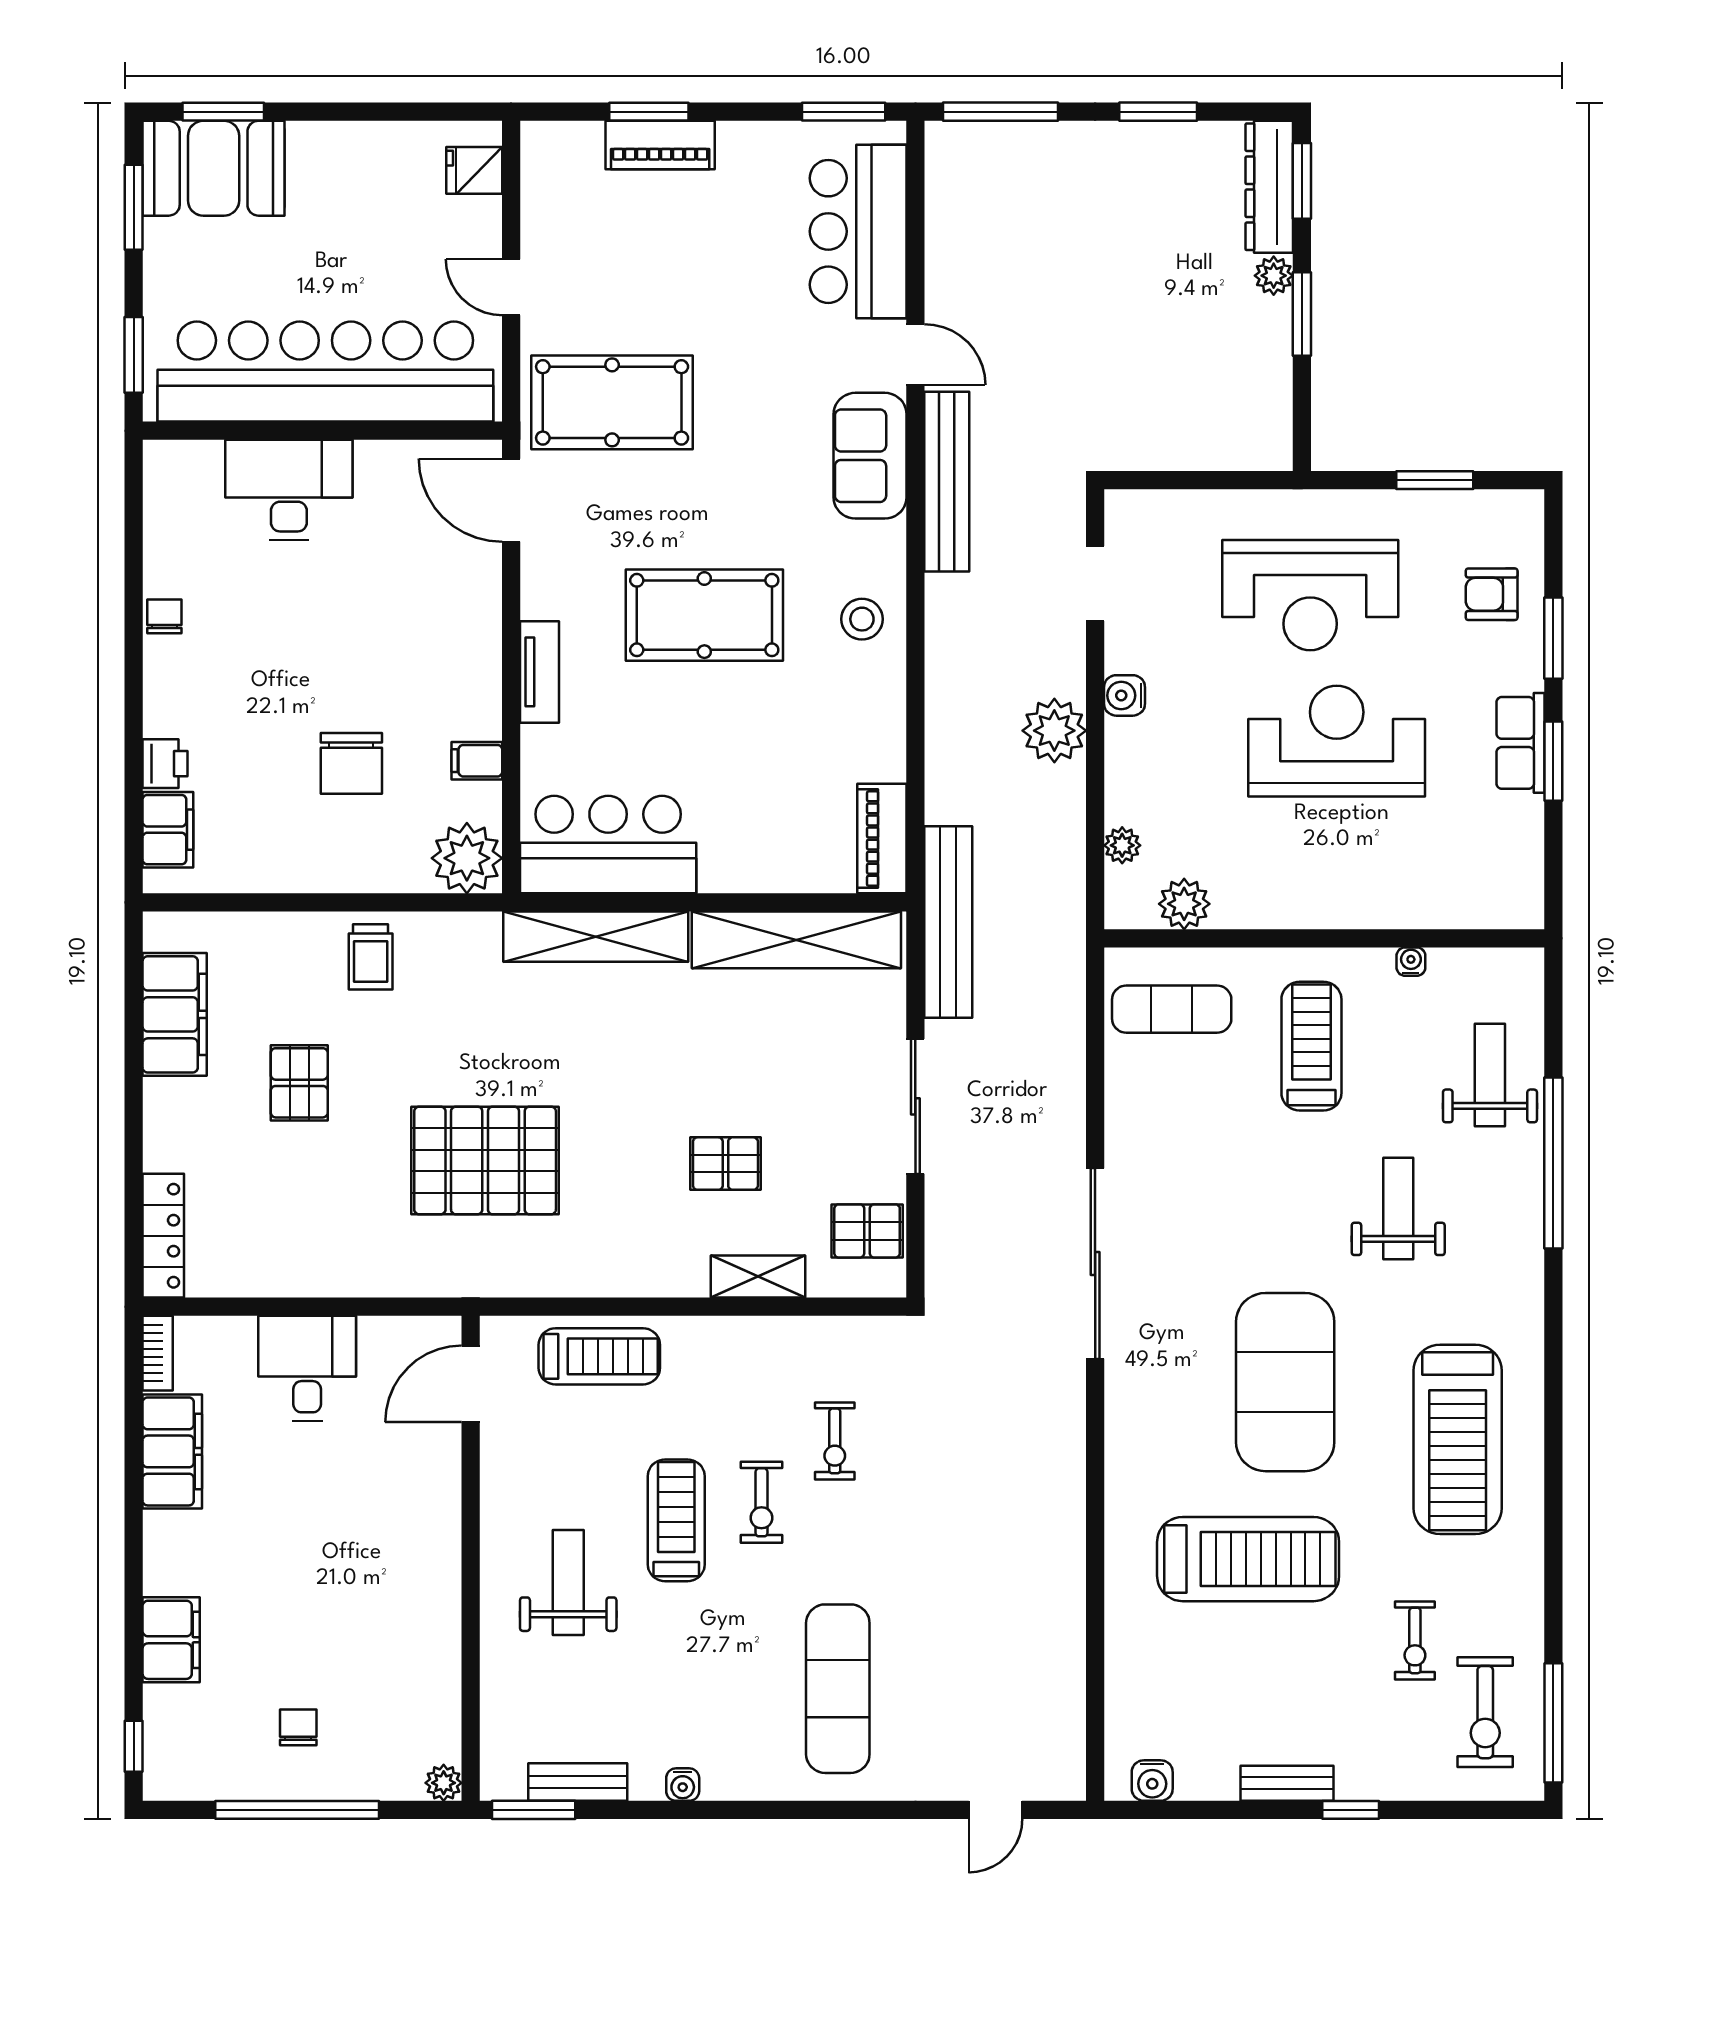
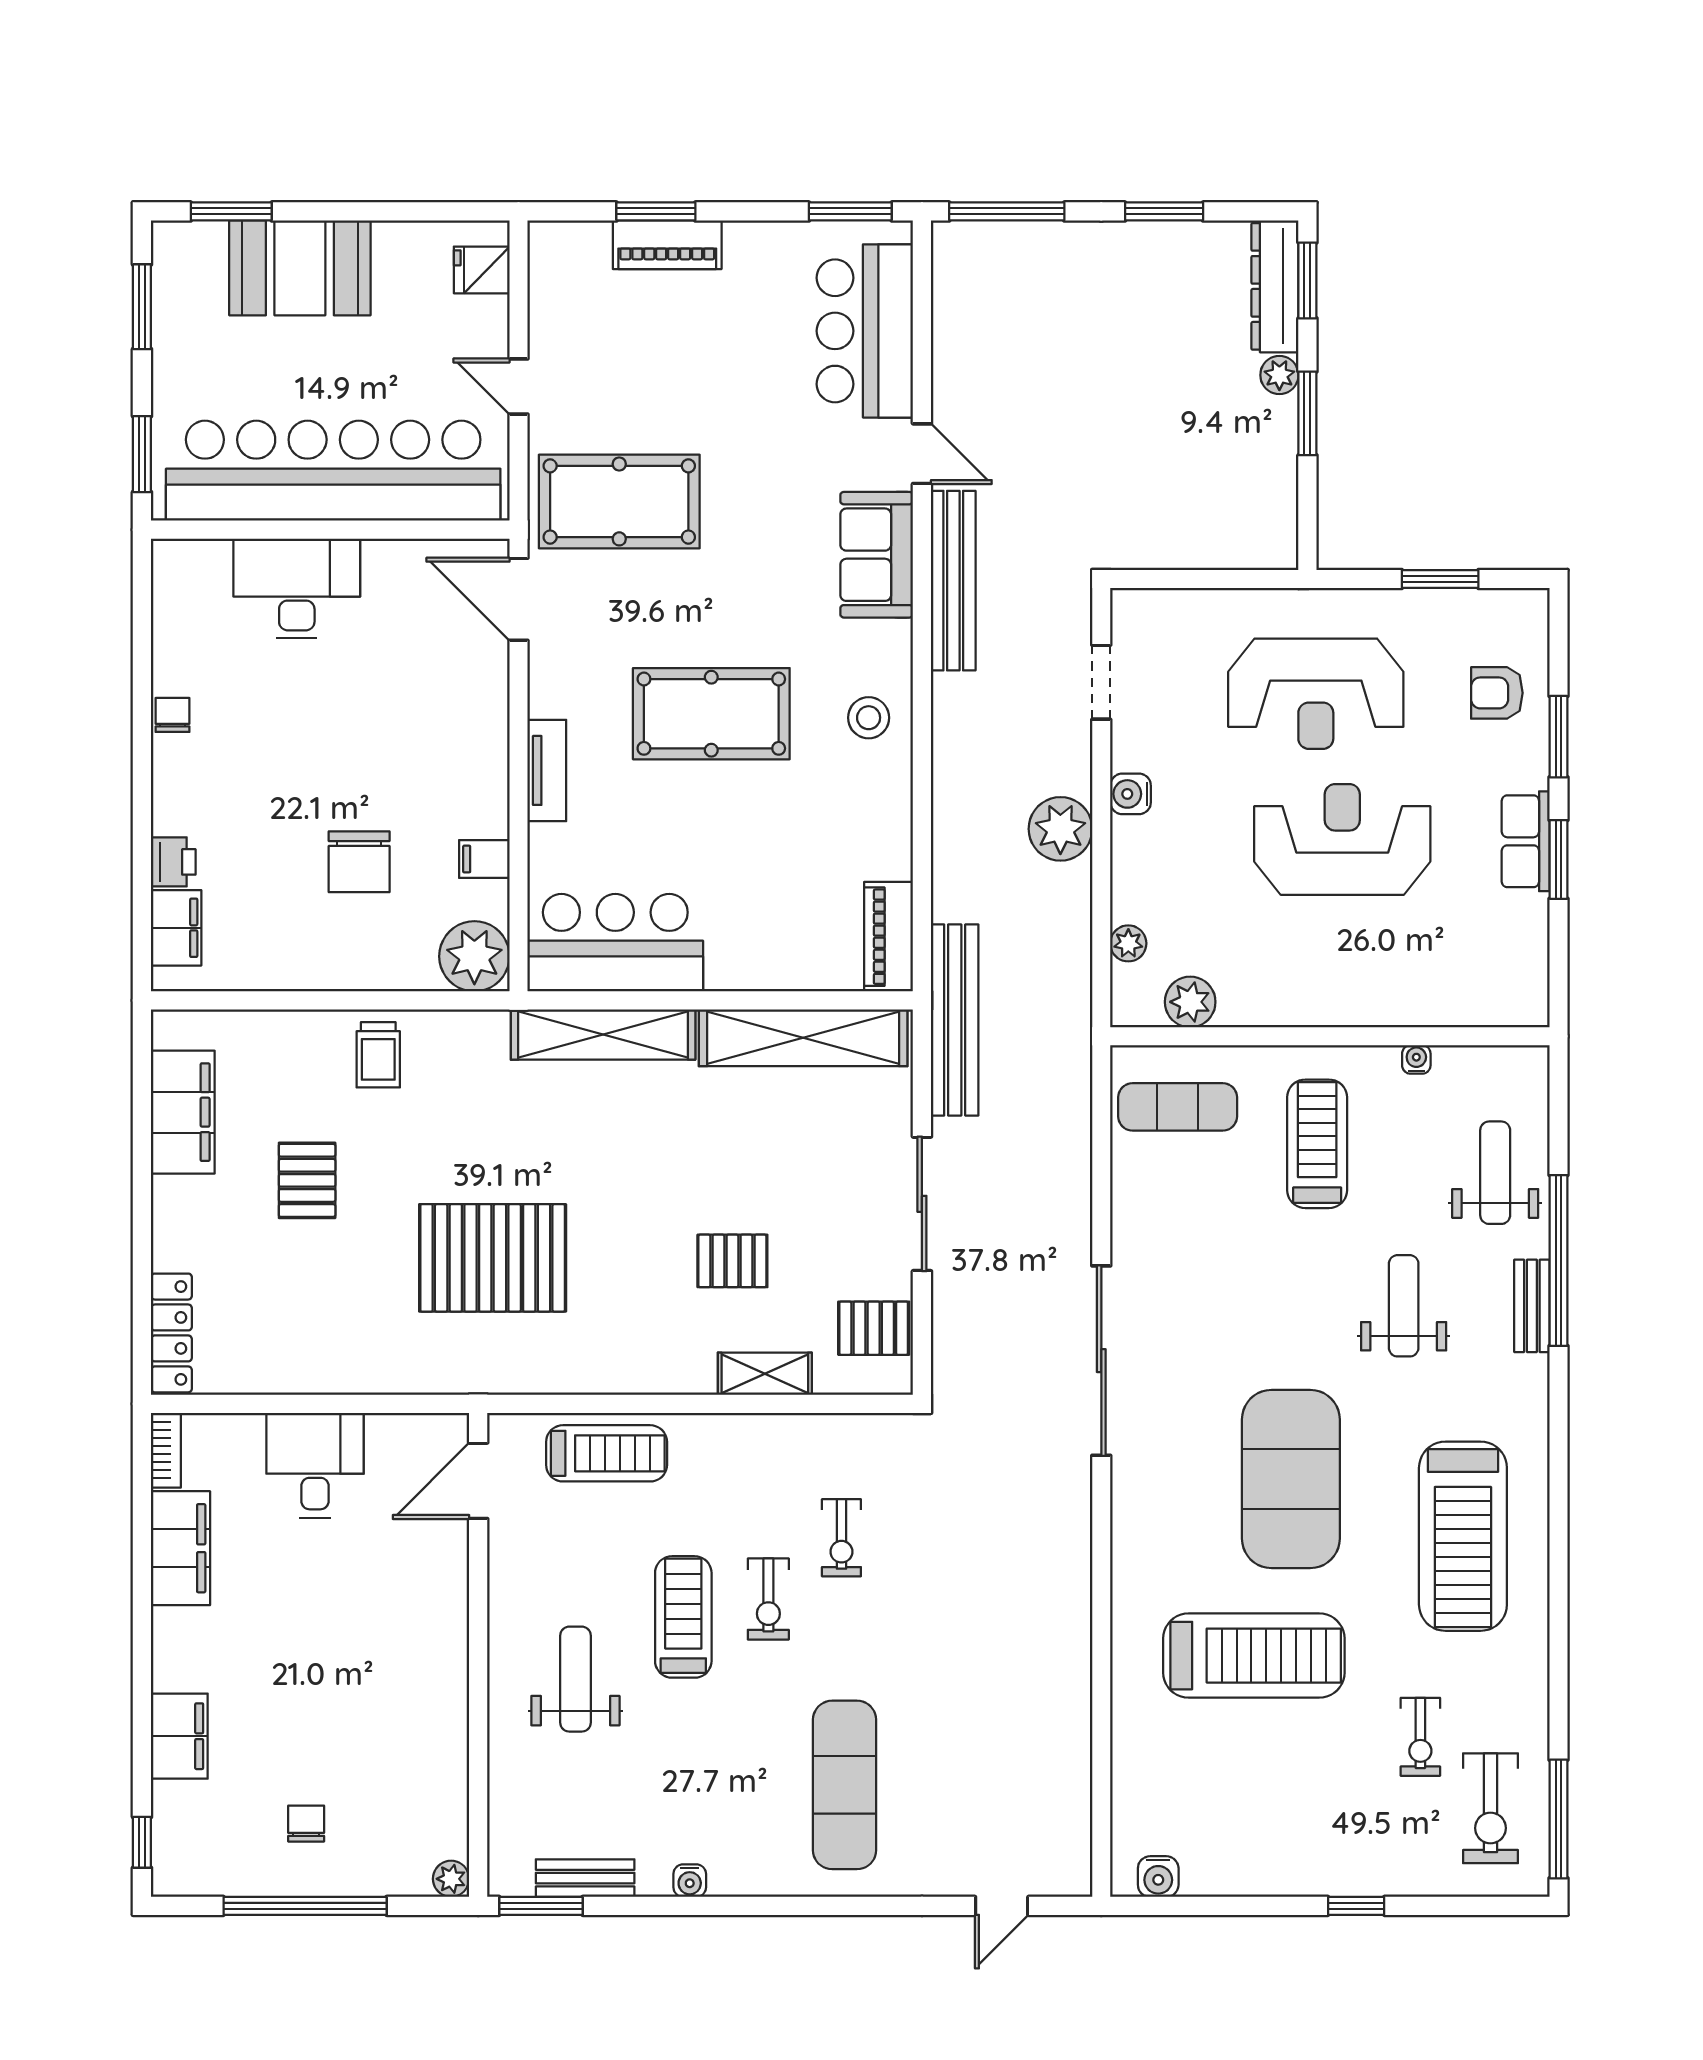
booth: (214, 168) -> (300, 268), moved
bench: (1287, 1783) -> (1532, 1306), moved, turned 90

